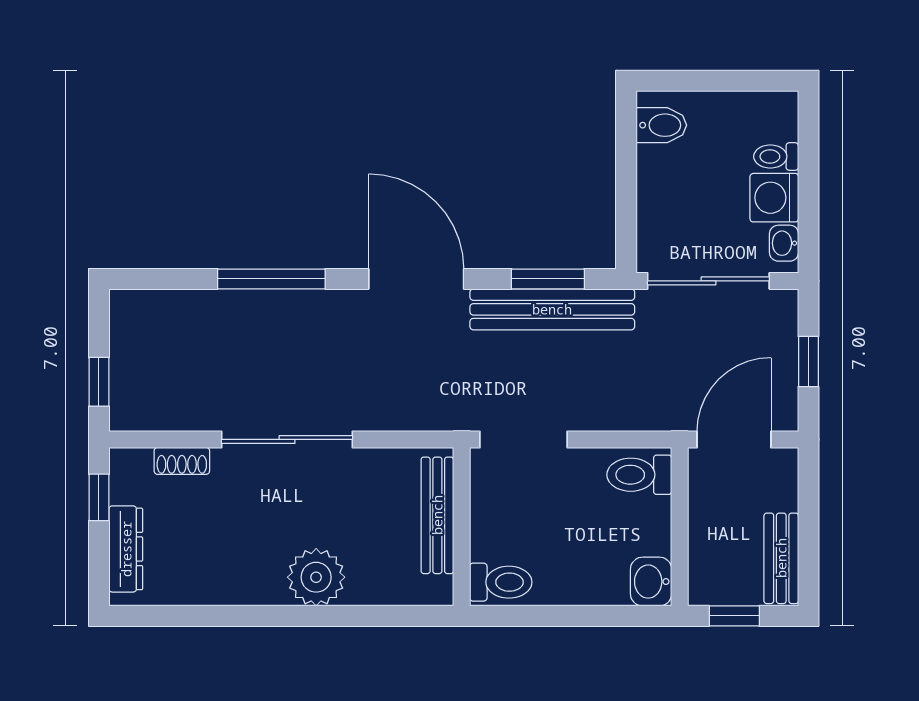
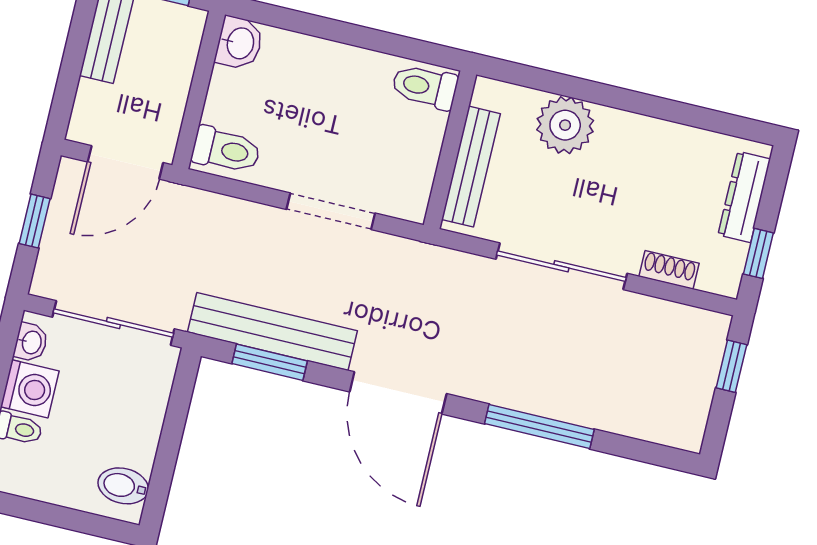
bench: (437, 515) -> (471, 167), moved
wall: (462, 527) -> (450, 150), moved
toilet: (501, 582) -> (425, 87), moved

